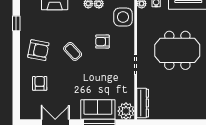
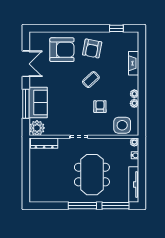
armchair: (40, 83) -> (62, 50), width x1.88, depth x1.88

